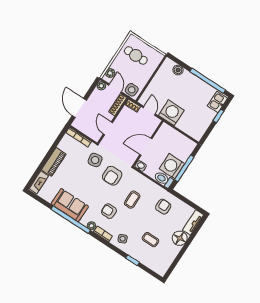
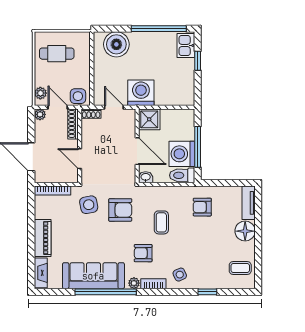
boiler: (178, 70) -> (116, 44), width x1.86, depth x1.86
shower: (166, 132) -> (149, 119), added
door: (146, 147) -> (137, 151), swing flipped
armchair: (112, 176) -> (120, 210), turned -90
sofa: (70, 205) -> (93, 276), width x1.36
armchair: (163, 207) -> (202, 207), turned -90
coffee table: (150, 240) -> (240, 268), moved

